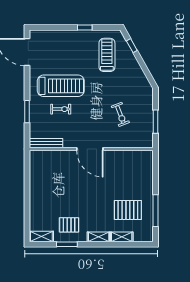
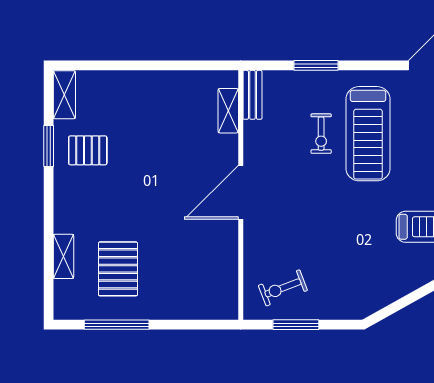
exercise bike: (120, 114) -> (283, 288), moved
bench: (46, 143) -> (252, 95), width x0.73
pallet: (69, 225) -> (88, 150), turned 90
shelving: (99, 237) -> (228, 111), moved

